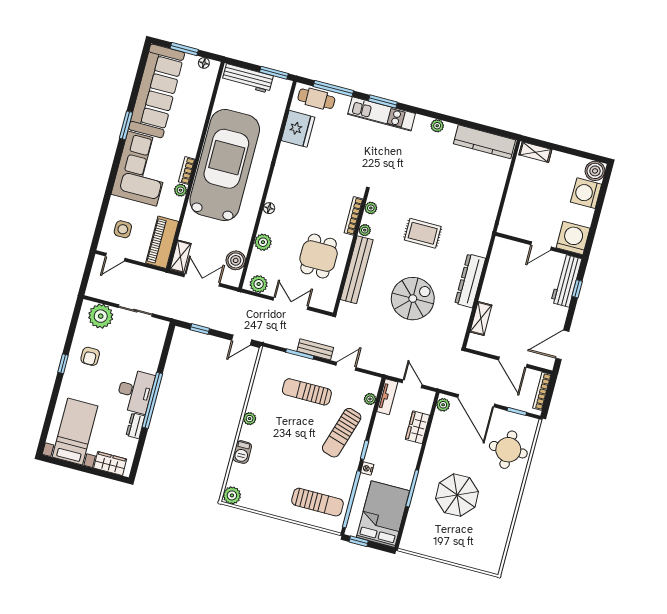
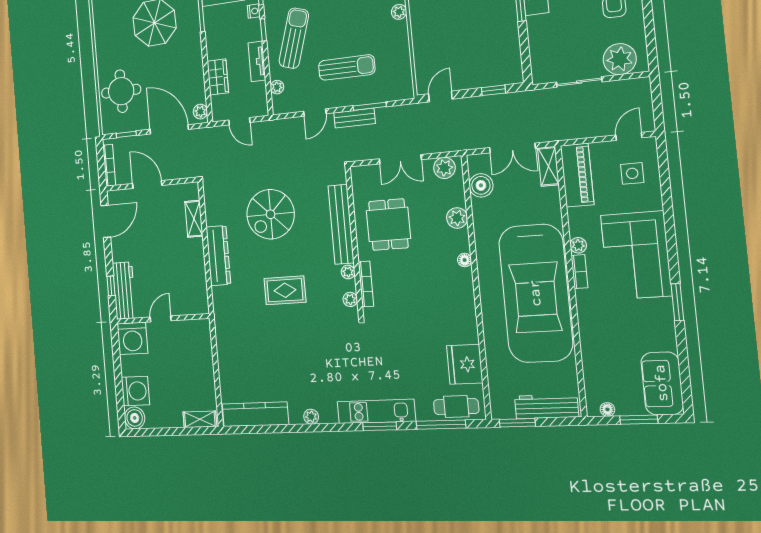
sofa: (157, 91) -> (662, 383), width x0.54, depth x0.79
tv unit: (387, 397) -> (257, 62), moved

